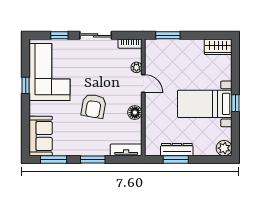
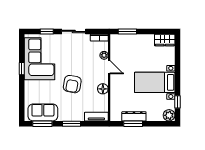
window: (235, 103) -> (177, 102), moved
sofa: (41, 136) -> (43, 112), moved, turned -90

